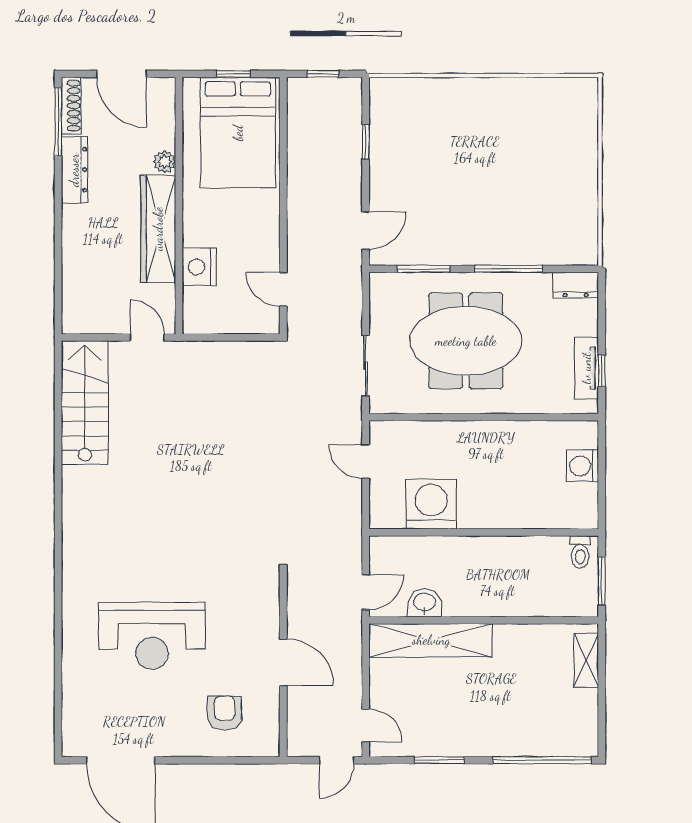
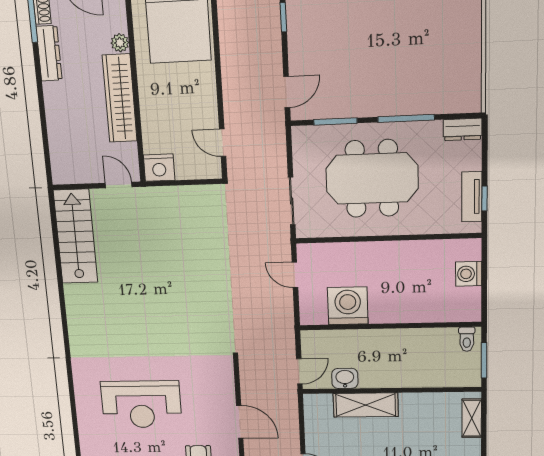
nightstand: (199, 267) -> (159, 168), moved, turned -90
shelving: (431, 640) -> (366, 405), width x0.68

